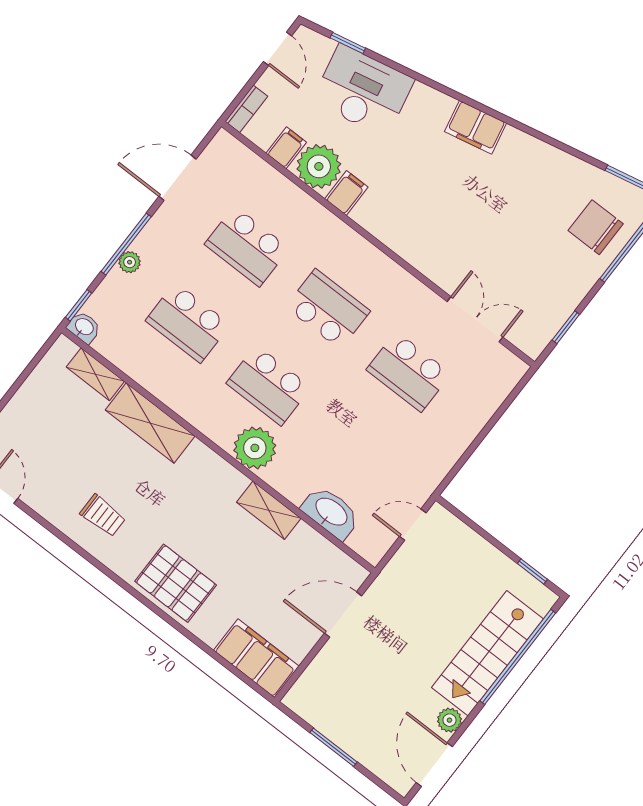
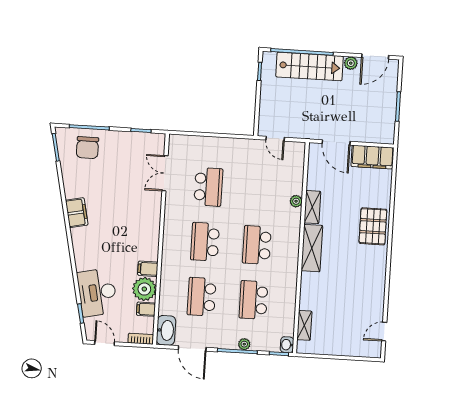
door: (278, 49) -> (105, 343), hinge flipped
filing cabinet: (476, 127) -> (77, 213), moved
school desk: (247, 246) -> (202, 297), turned 180
school desk: (188, 323) -> (253, 300), turned 180
school desk: (269, 385) -> (257, 245), turned 180
shelving: (150, 423) -> (312, 248), moved
plant: (255, 448) -> (296, 201), moved, width x0.53, depth x0.53
washbasin: (331, 512) -> (166, 330), moved, turned 180
trolley: (103, 516) -> (365, 279), removed
filing cabinet: (256, 658) -> (372, 157), moved, turned -90

